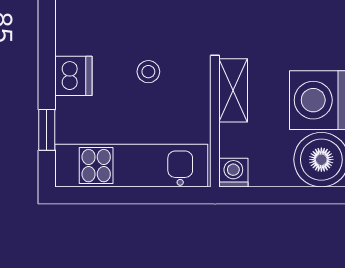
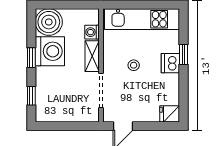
window: (47, 130) -> (183, 54), moved
washing machine: (233, 173) -> (92, 32), moved, turned 90

